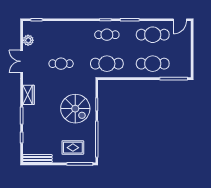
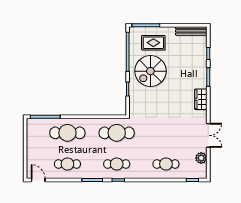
door: (180, 20) -> (38, 180), hinge flipped
cafe table: (153, 35) -> (67, 164), width x0.73, depth x0.74
cafe table: (61, 64) -> (166, 164), moved
spiral stairs: (75, 109) -> (150, 71), moved, turned -90

